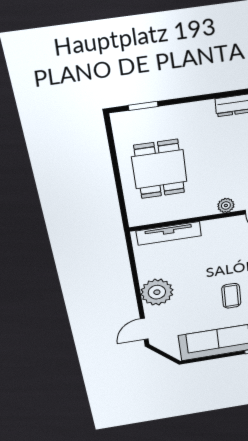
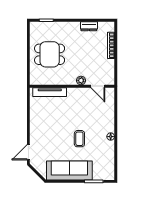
dining table: (159, 169) -> (50, 54), turned 90
plant: (157, 292) -> (39, 128), removed

